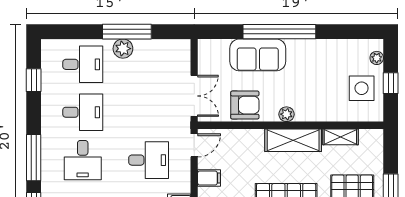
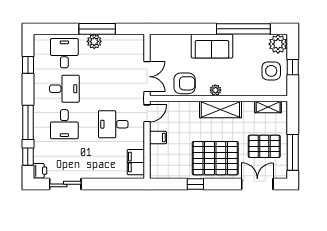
window: (279, 32) -> (243, 29), moved
sofa: (258, 55) -> (212, 46), moved
plant: (377, 58) -> (278, 44), width x1.88, depth x1.88
desk: (83, 64) -> (64, 53), turned -90
shelving: (340, 137) -> (268, 107), moved
desk: (149, 160) -> (113, 124), turned 180

